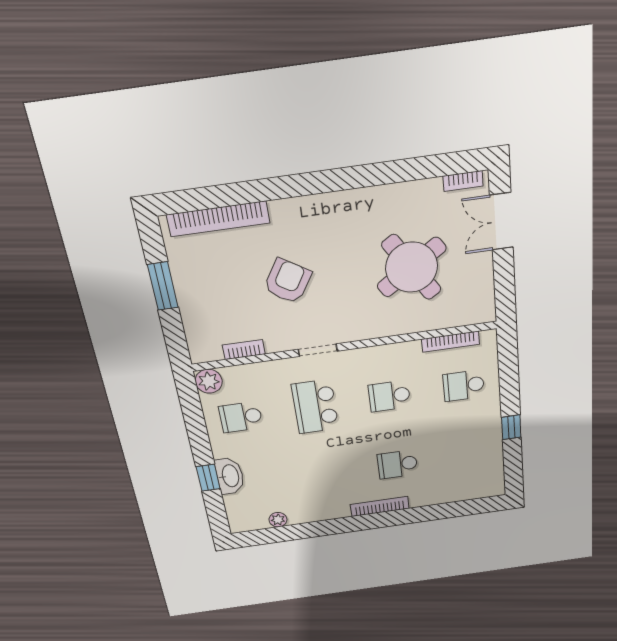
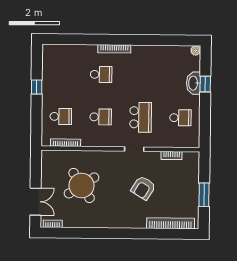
plant: (209, 381) -> (193, 141), removed
plant: (278, 520) -> (196, 50), moved

